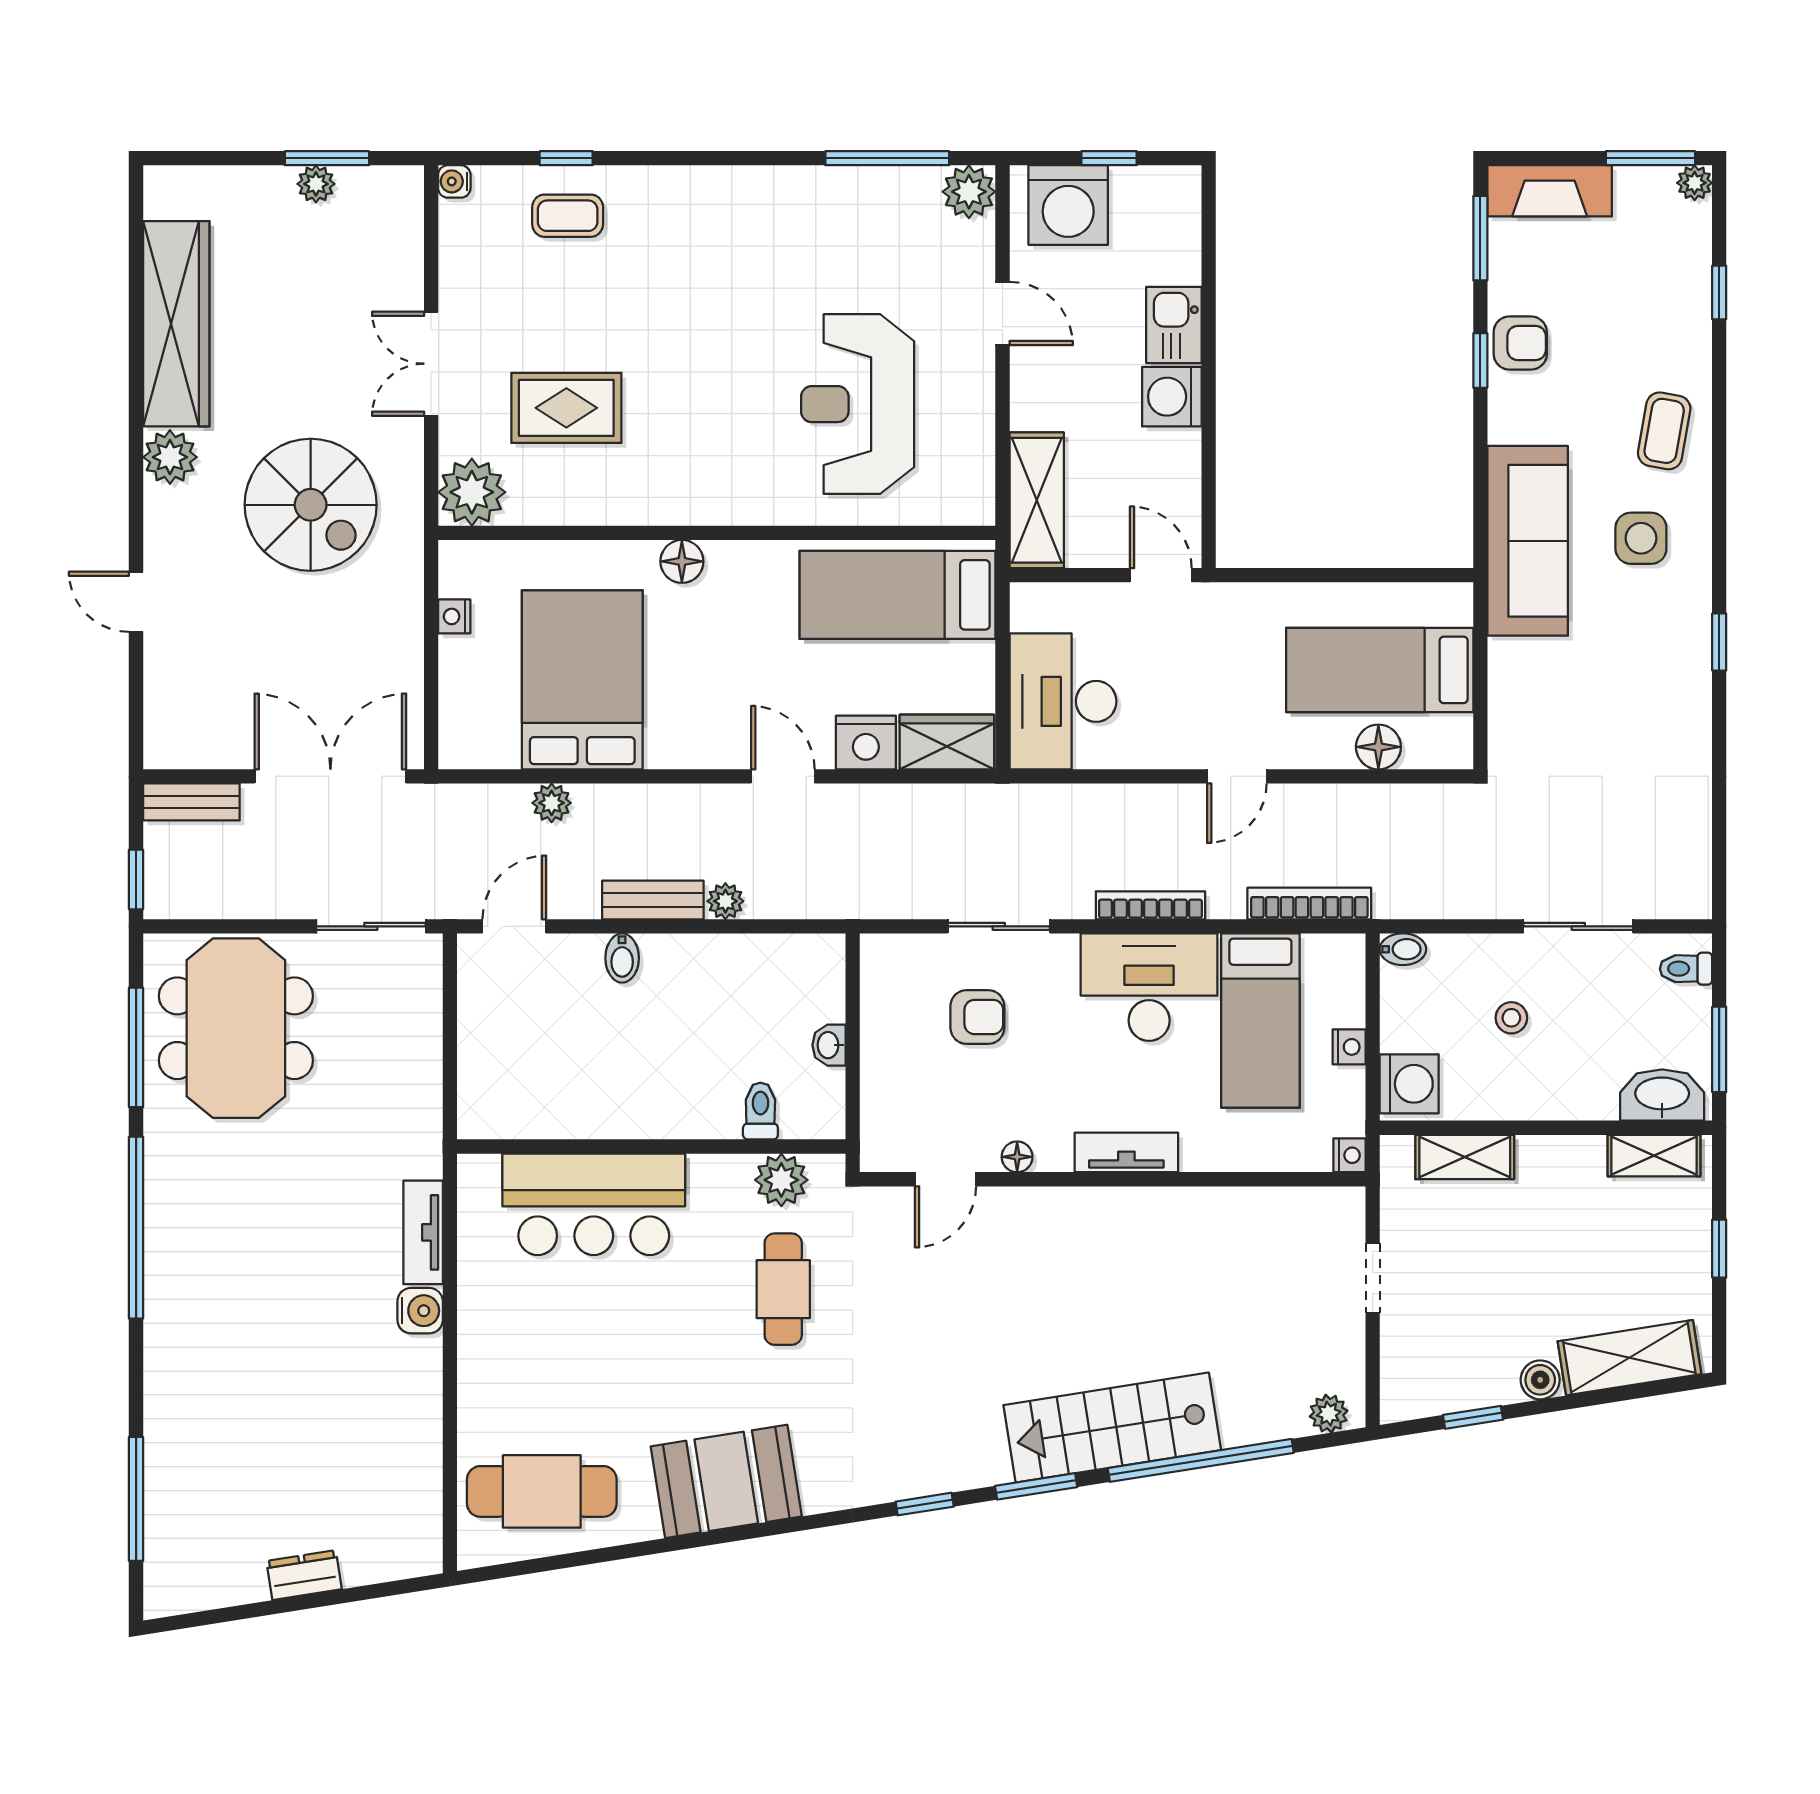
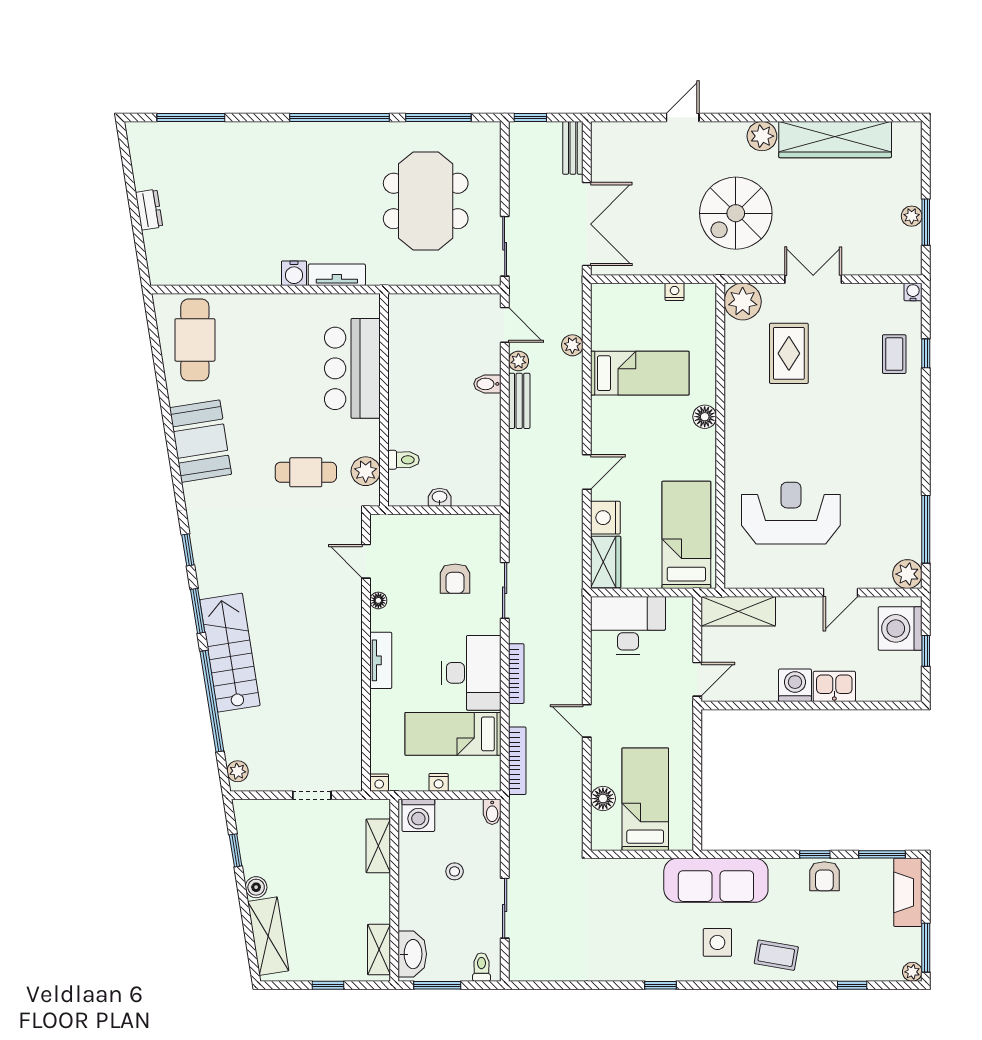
bed: (582, 680) -> (640, 373), width x0.67
plant: (725, 901) -> (518, 361), moved
meeting table: (236, 1028) -> (426, 201), moved, turned 90

